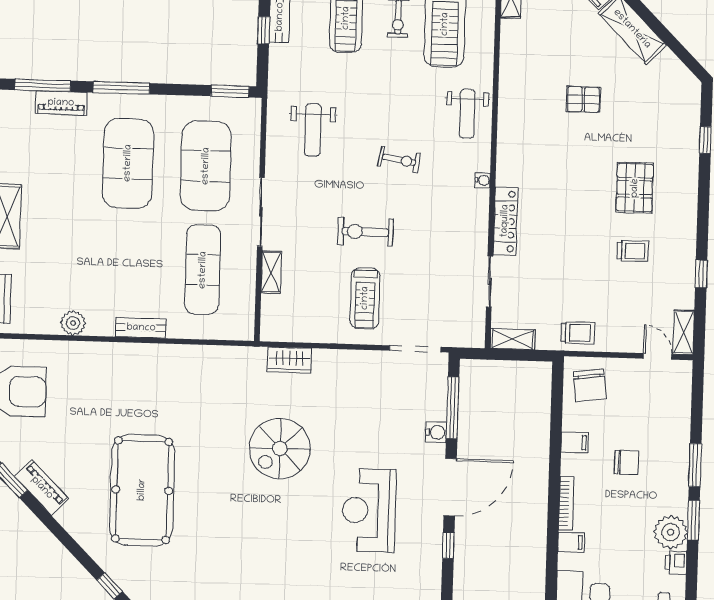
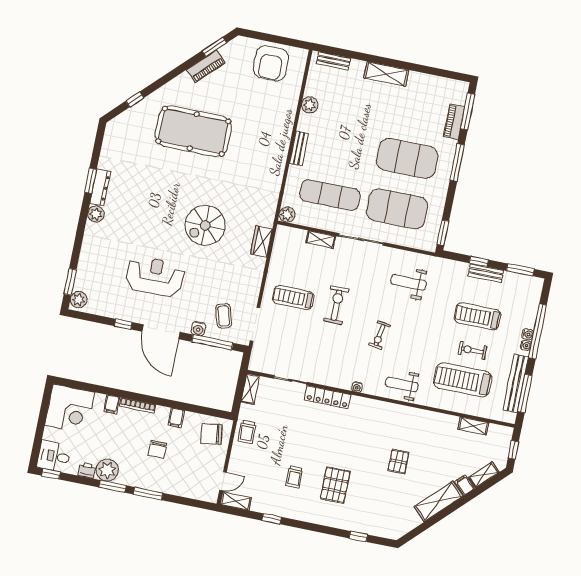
pallet: (635, 188) -> (335, 485), turned 90
plant: (243, 329) -> (287, 215), added
coffee table: (410, 398) -> (224, 316), added
spiral stairs: (280, 448) -> (205, 225), turned -90

